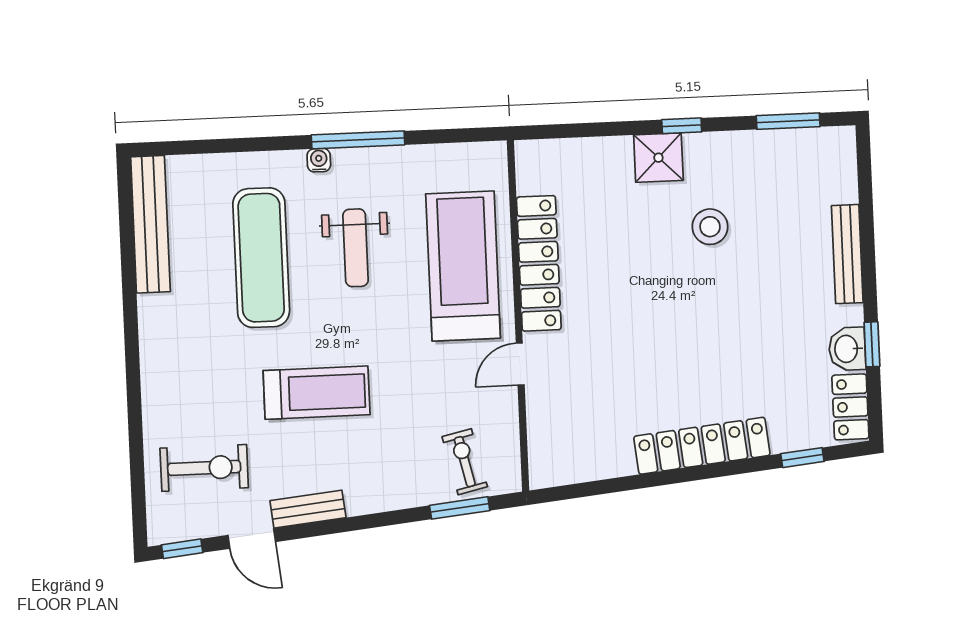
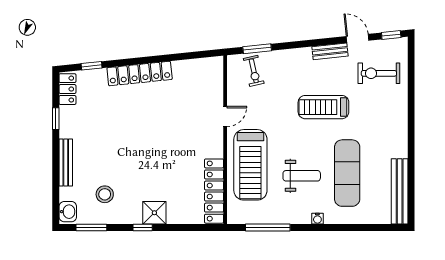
window: (358, 140) -> (268, 228), moved
stool: (710, 227) -> (105, 194), moved
weight bench: (356, 248) -> (302, 176), turned 90
locker: (539, 263) -> (214, 191), moved
washbasin: (847, 349) -> (68, 212), moved

